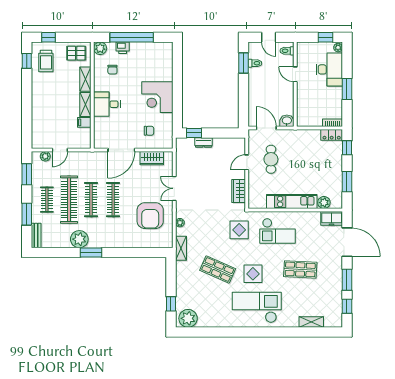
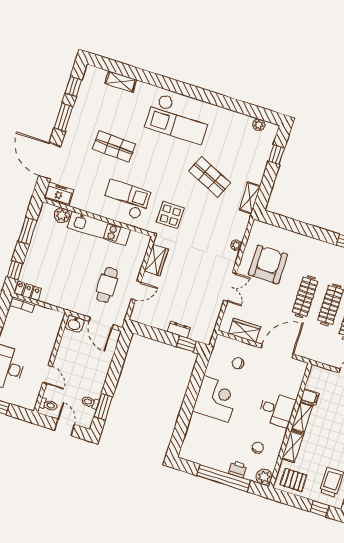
shelving: (181, 248) -> (250, 198), moved
display table: (253, 274) -> (170, 159), removed
plant: (188, 318) -> (259, 125), width x0.53, depth x0.53

